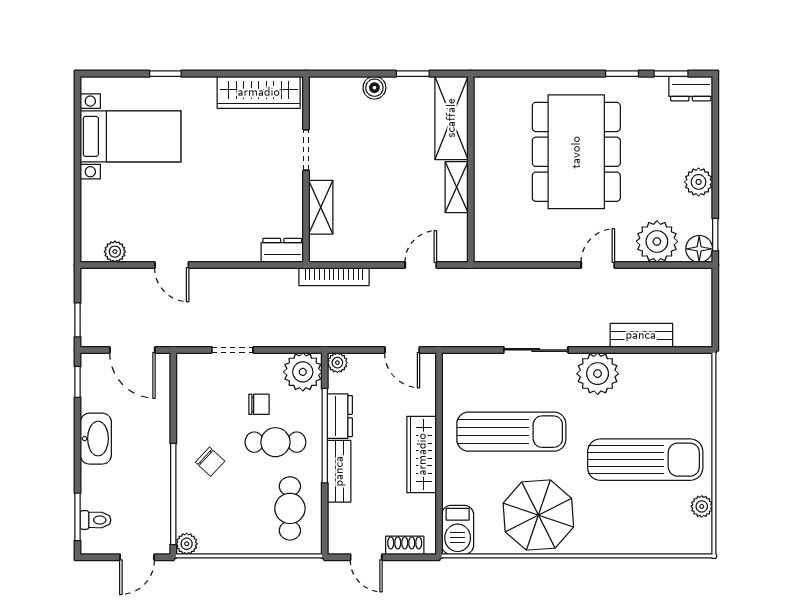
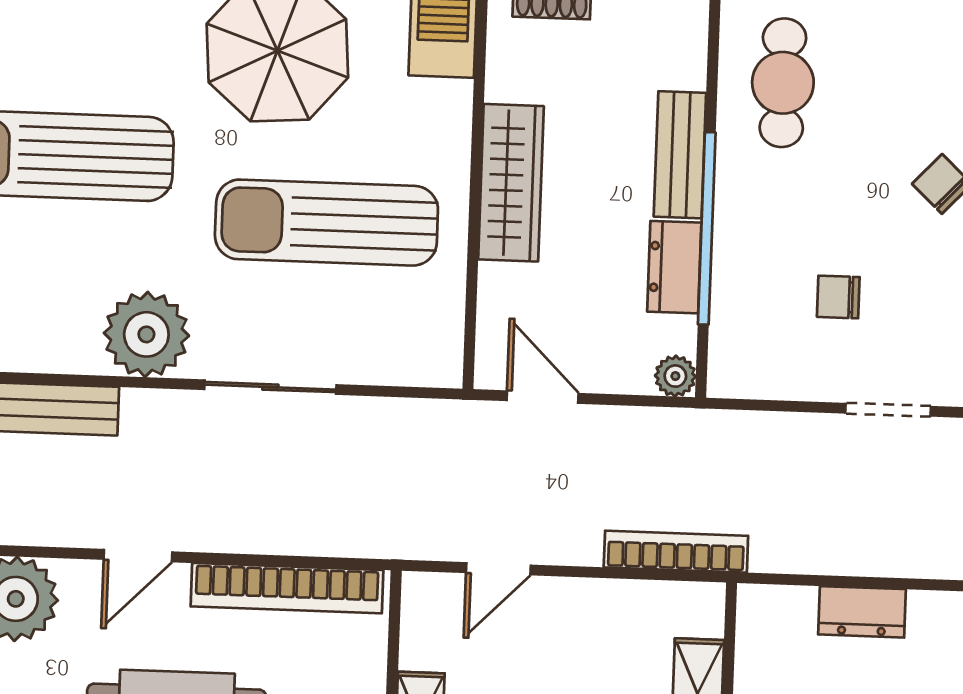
dresser: (282, 250) -> (862, 612), moved
bookcase: (524, 252) -> (287, 588), added
plant: (303, 372) -> (747, 360), removed
cafe table: (275, 442) -> (807, 219), removed

